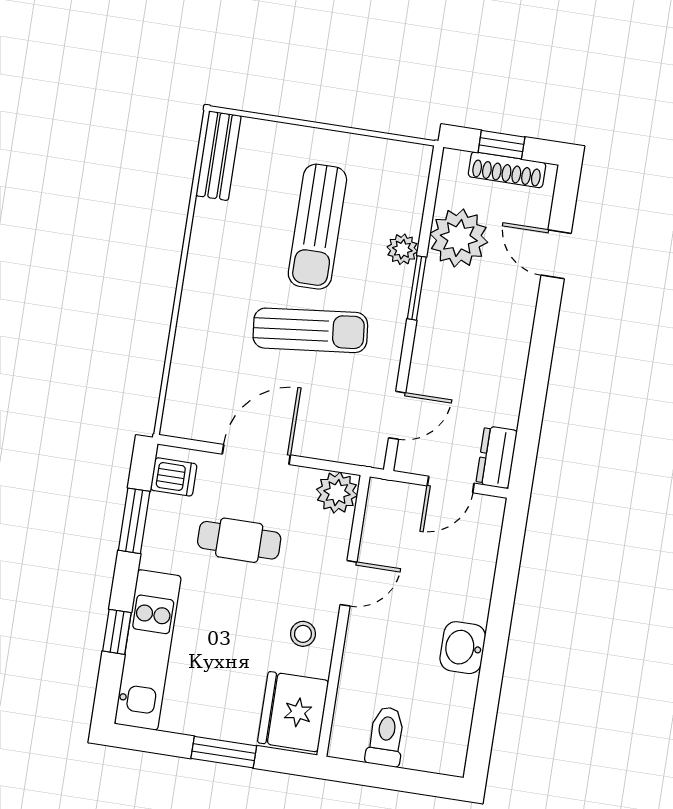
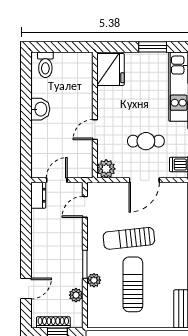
plant: (459, 238) -> (76, 295), width x0.53, depth x0.53
door: (556, 254) -> (26, 289), hinge flipped
stool: (303, 634) -> (111, 104), removed
toilet: (386, 737) -> (45, 65), moved
window: (224, 752) -> (153, 47), moved

